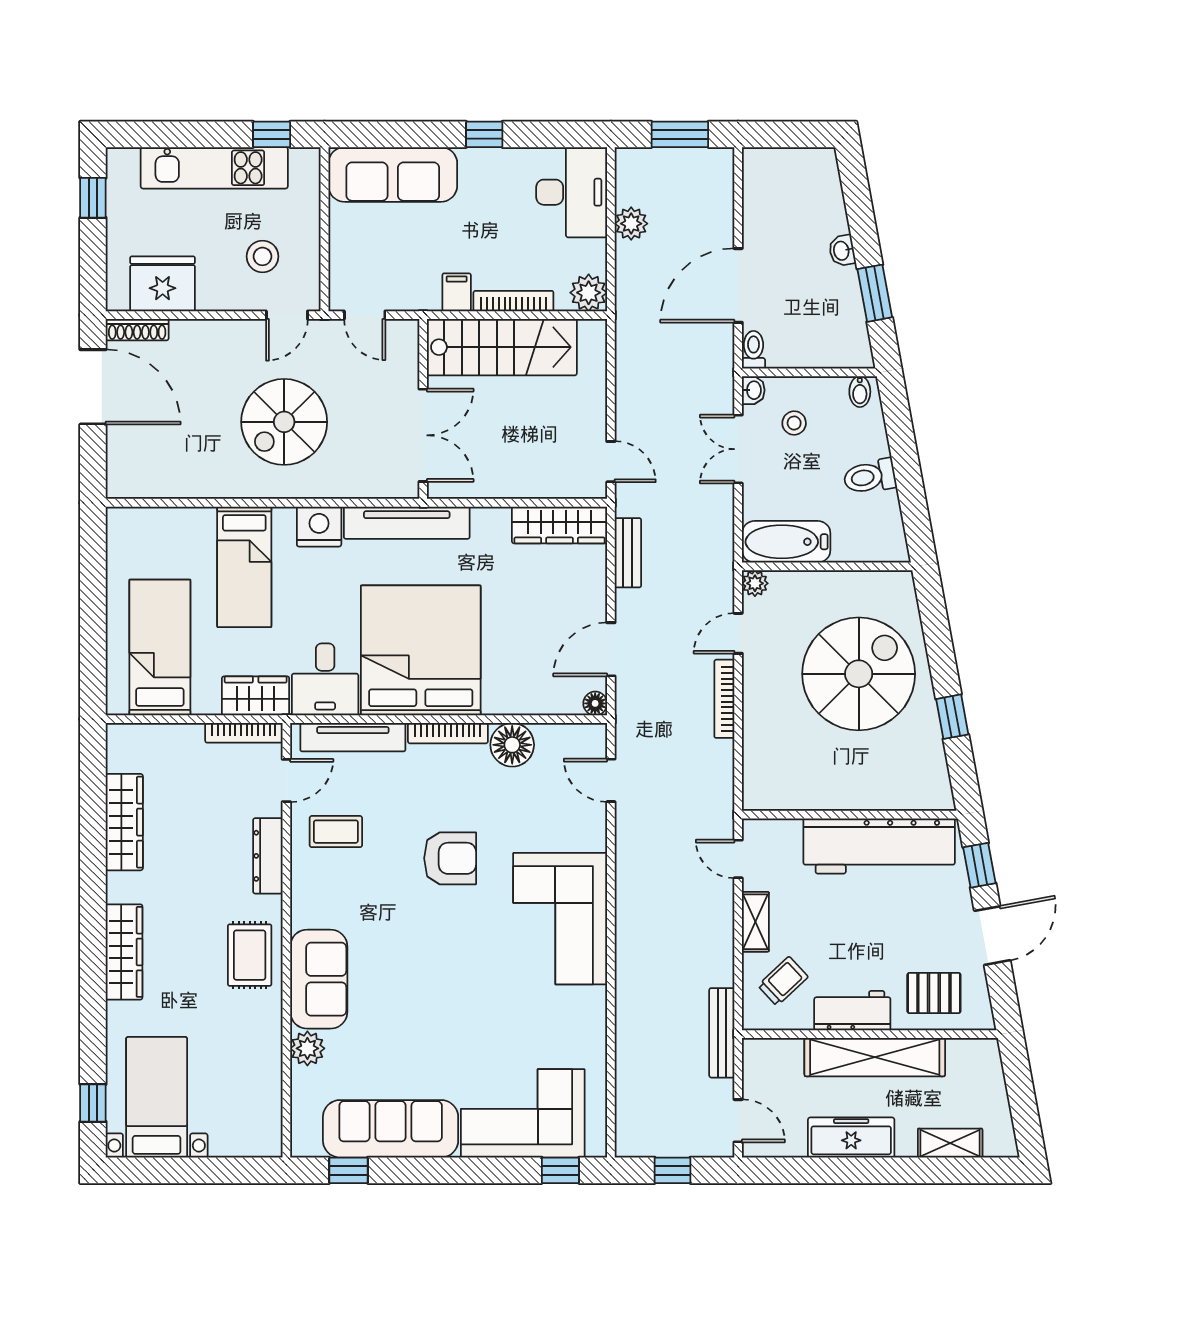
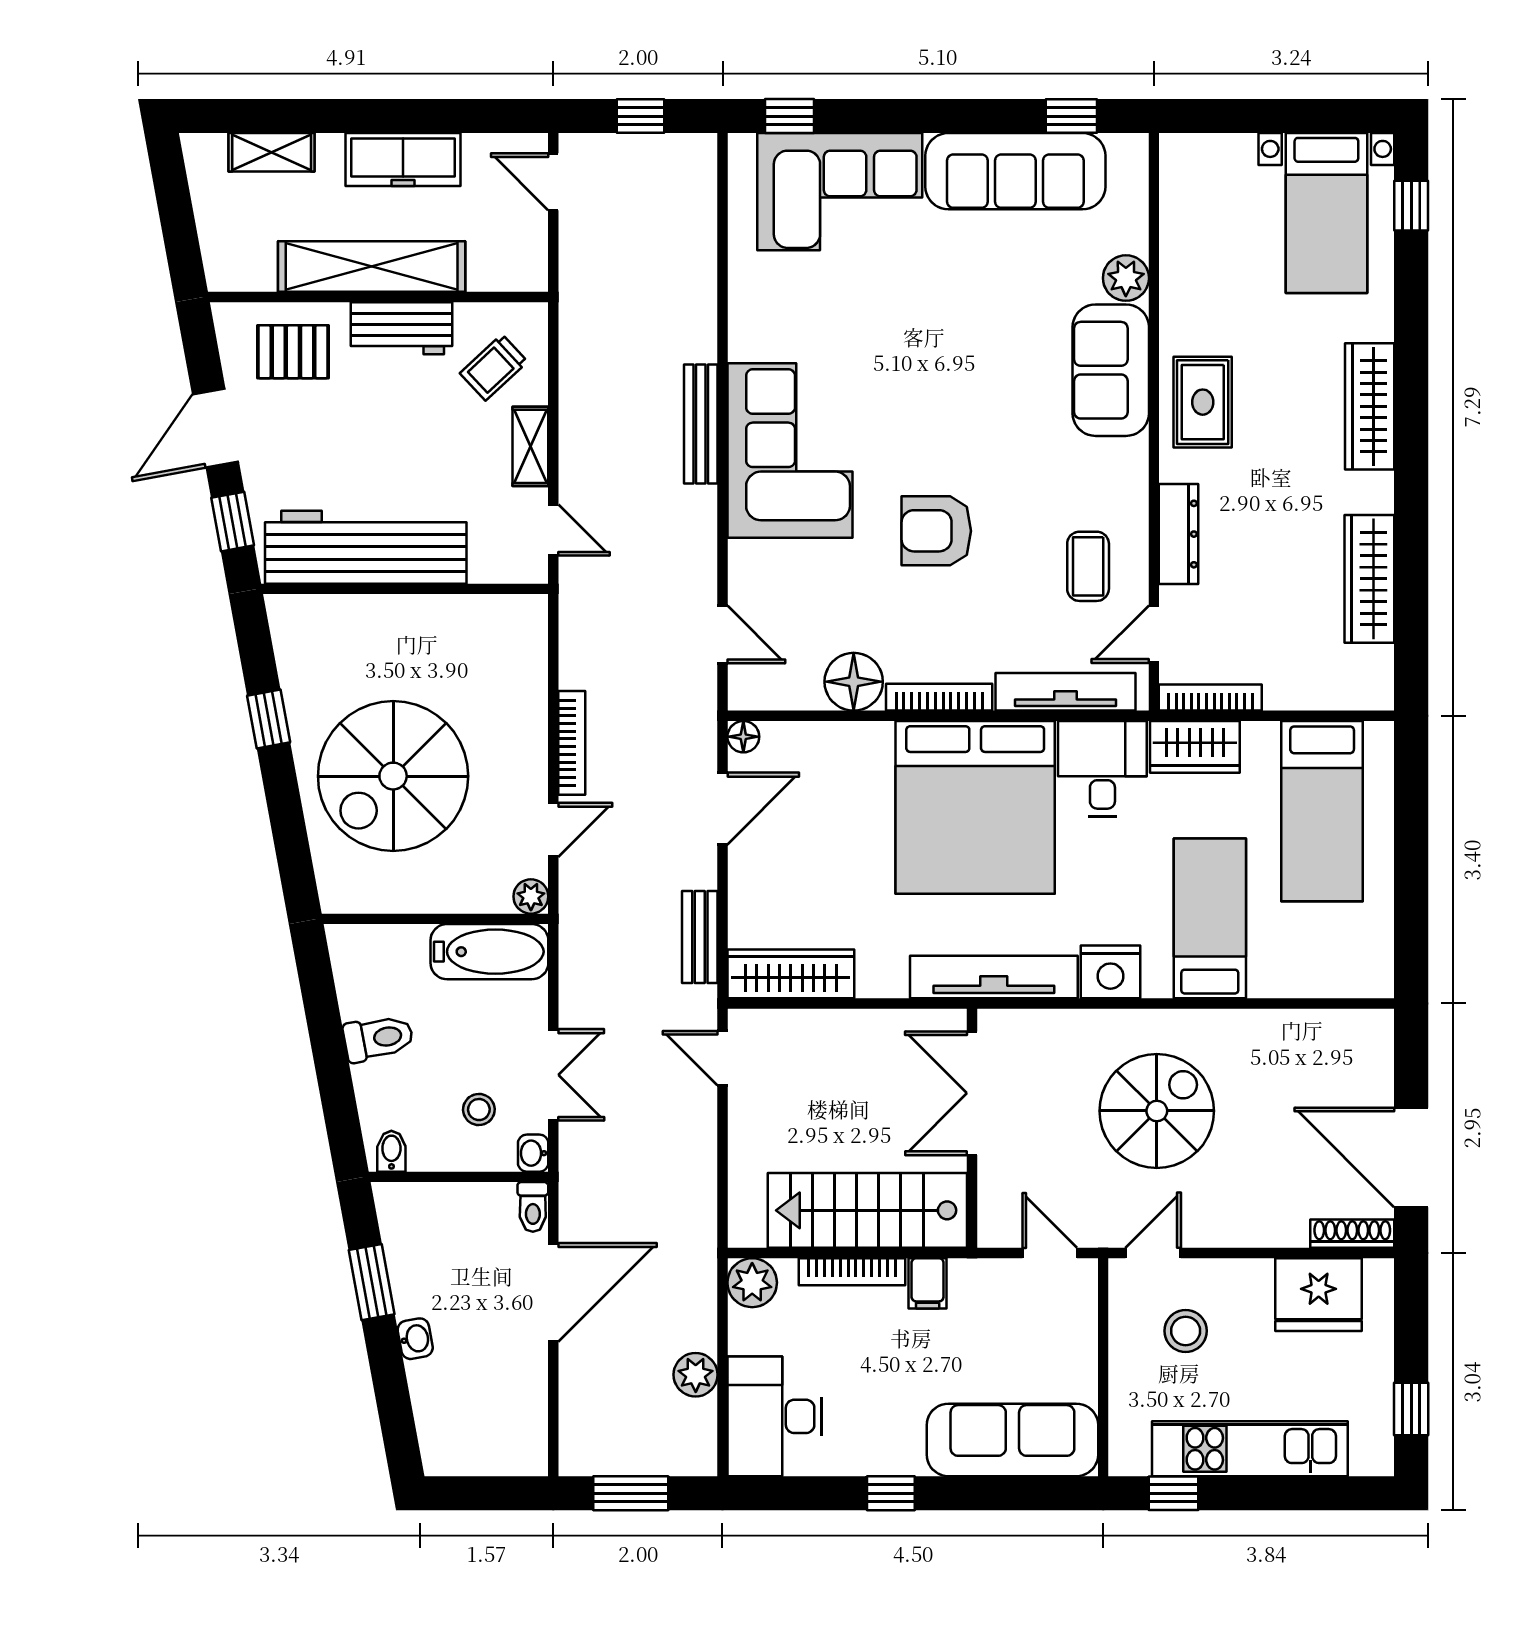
coffee table: (336, 832) -> (1088, 566), turned 90
bench: (722, 1033) -> (701, 424), moved

